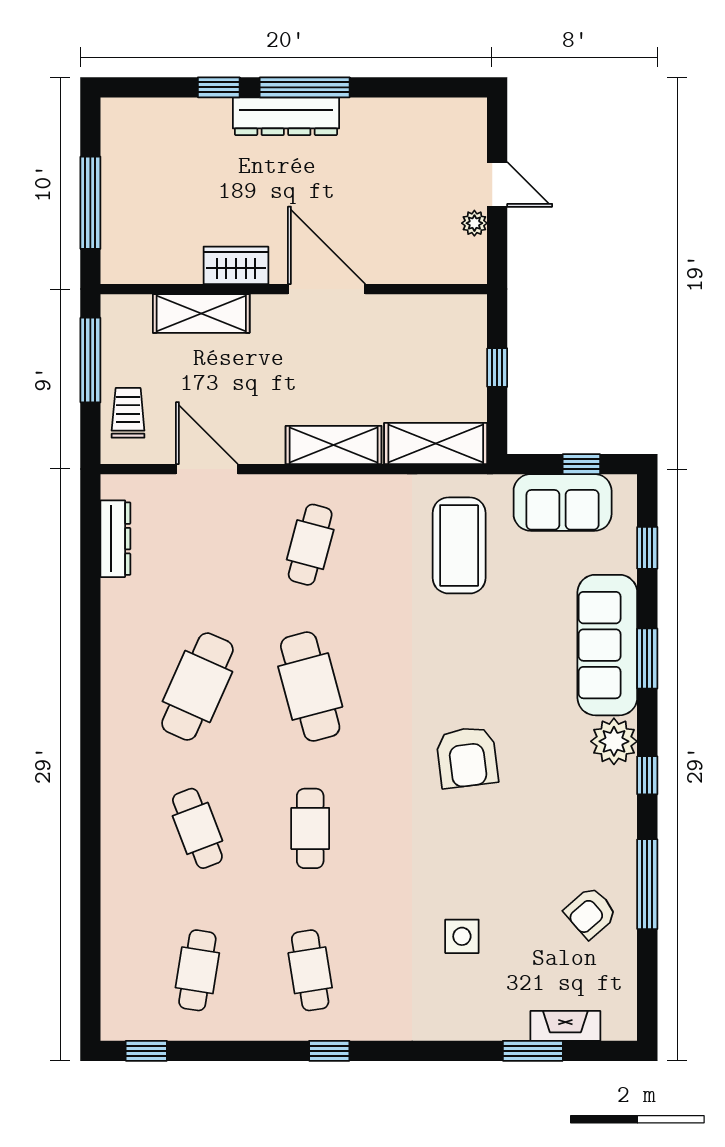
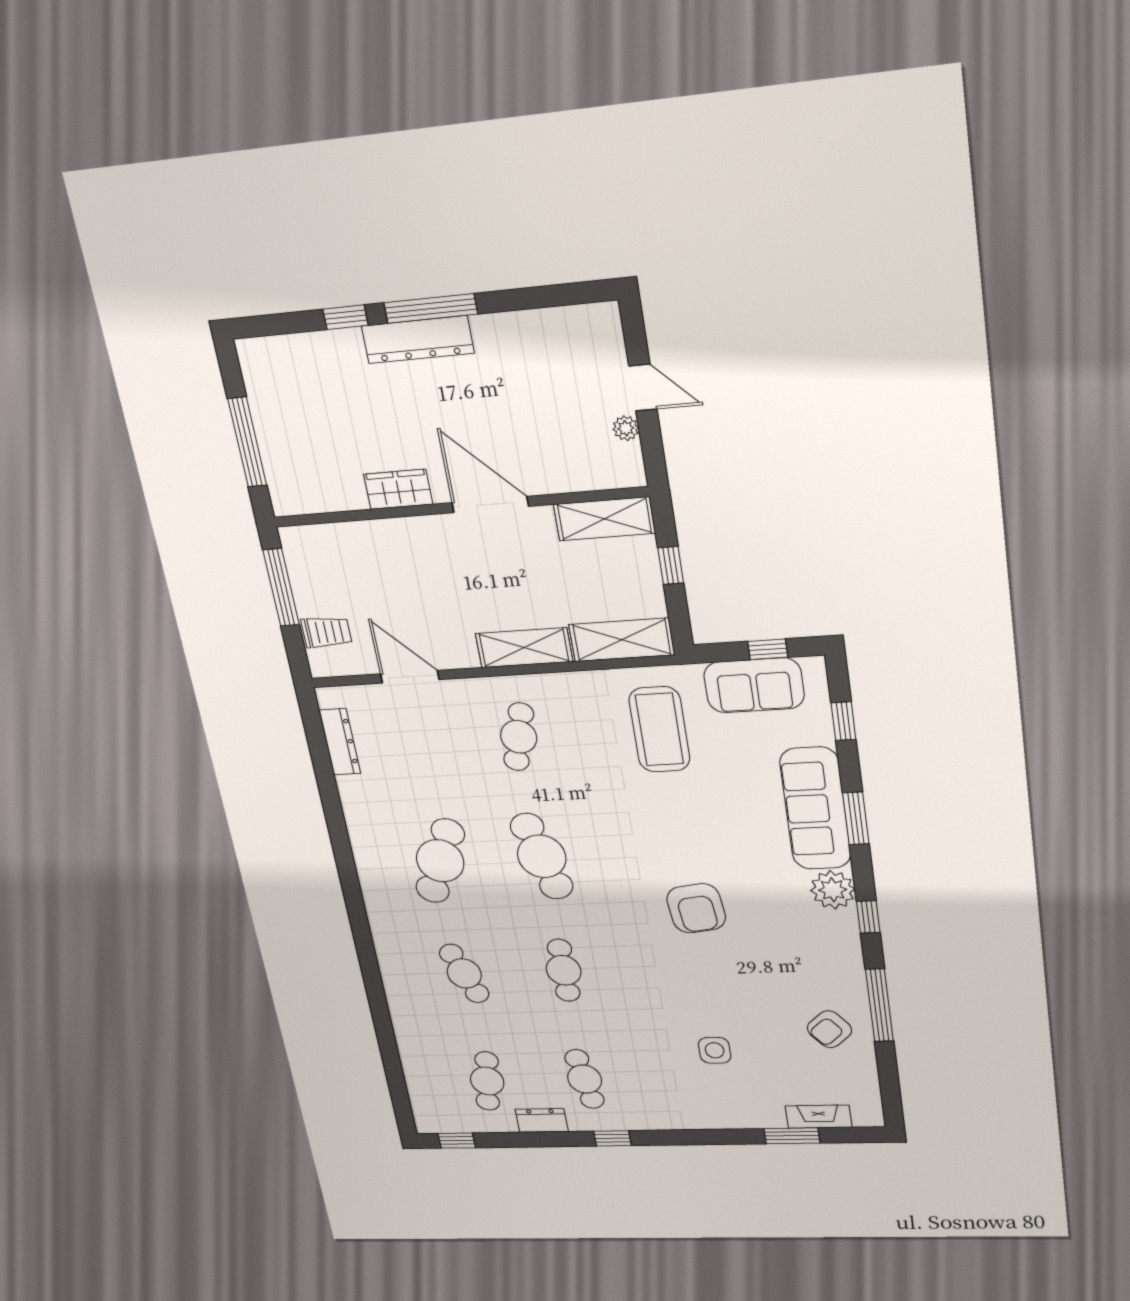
shelving: (201, 313) -> (604, 519), moved
trolley: (128, 413) -> (326, 632), turned 90
dresser: (251, 1025) -> (542, 1120), added

